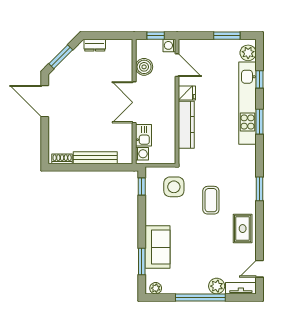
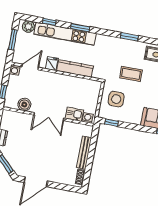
washing machine: (169, 45) -> (15, 70), moved
door: (177, 65) -> (30, 67), moved
fridge: (187, 93) -> (52, 64), moved
wall: (177, 101) -> (57, 72), moved
kitchen counter: (186, 125) -> (75, 68), moved

